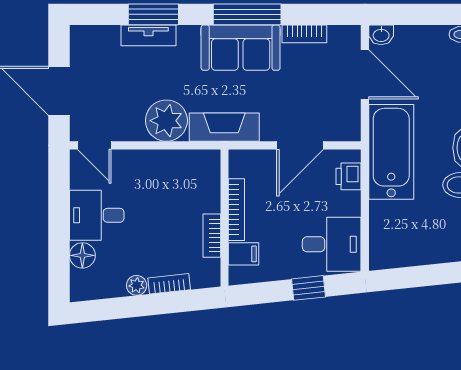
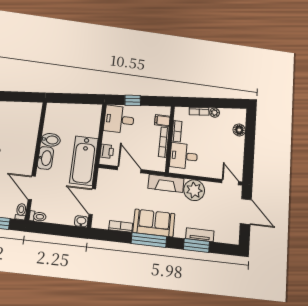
door: (300, 145) -> (129, 170), hinge flipped
desk: (97, 215) -> (184, 156), moved, turned 180

